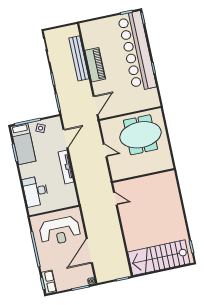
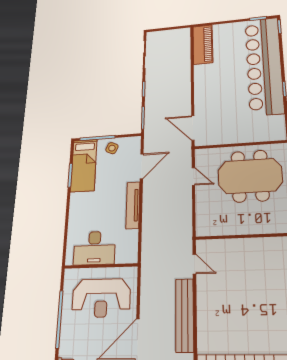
bench: (79, 58) -> (185, 315), moved
piano: (95, 65) -> (203, 45), moved
door: (96, 105) -> (193, 128), swing flipped
door: (105, 150) -> (193, 176), moved
desk: (36, 191) -> (94, 248), moved, turned -90

